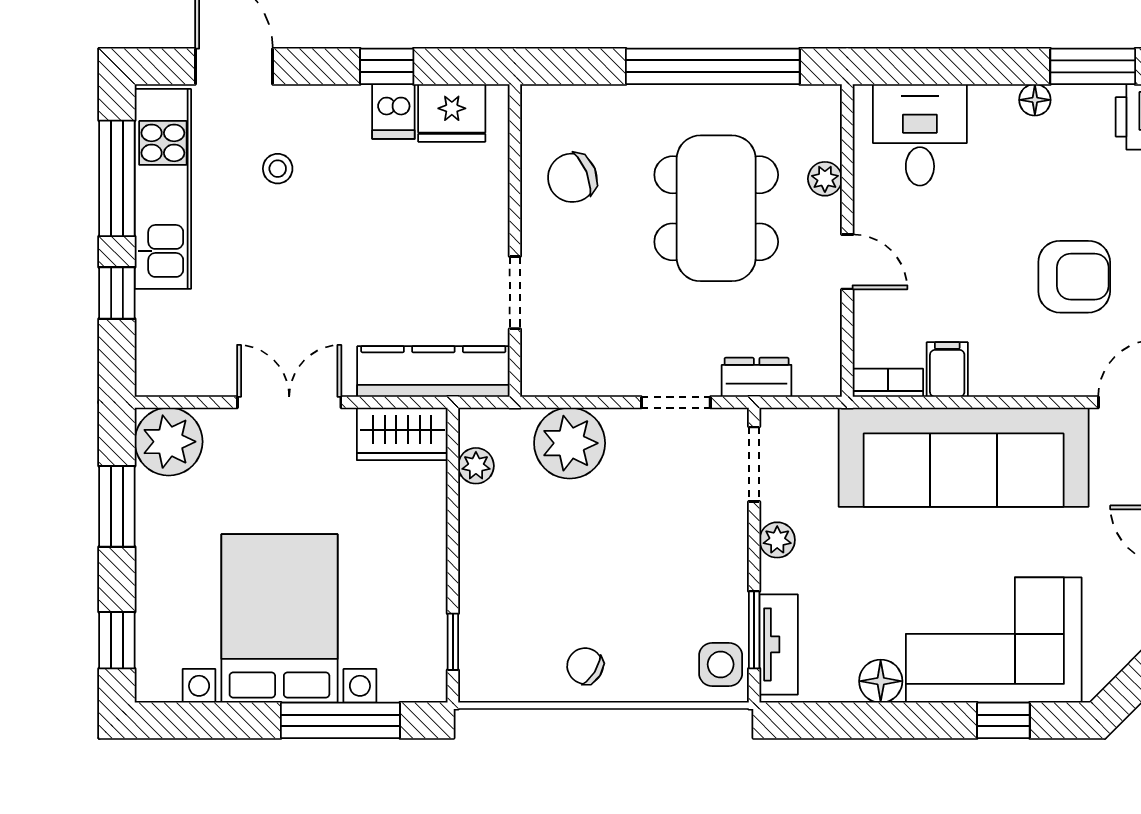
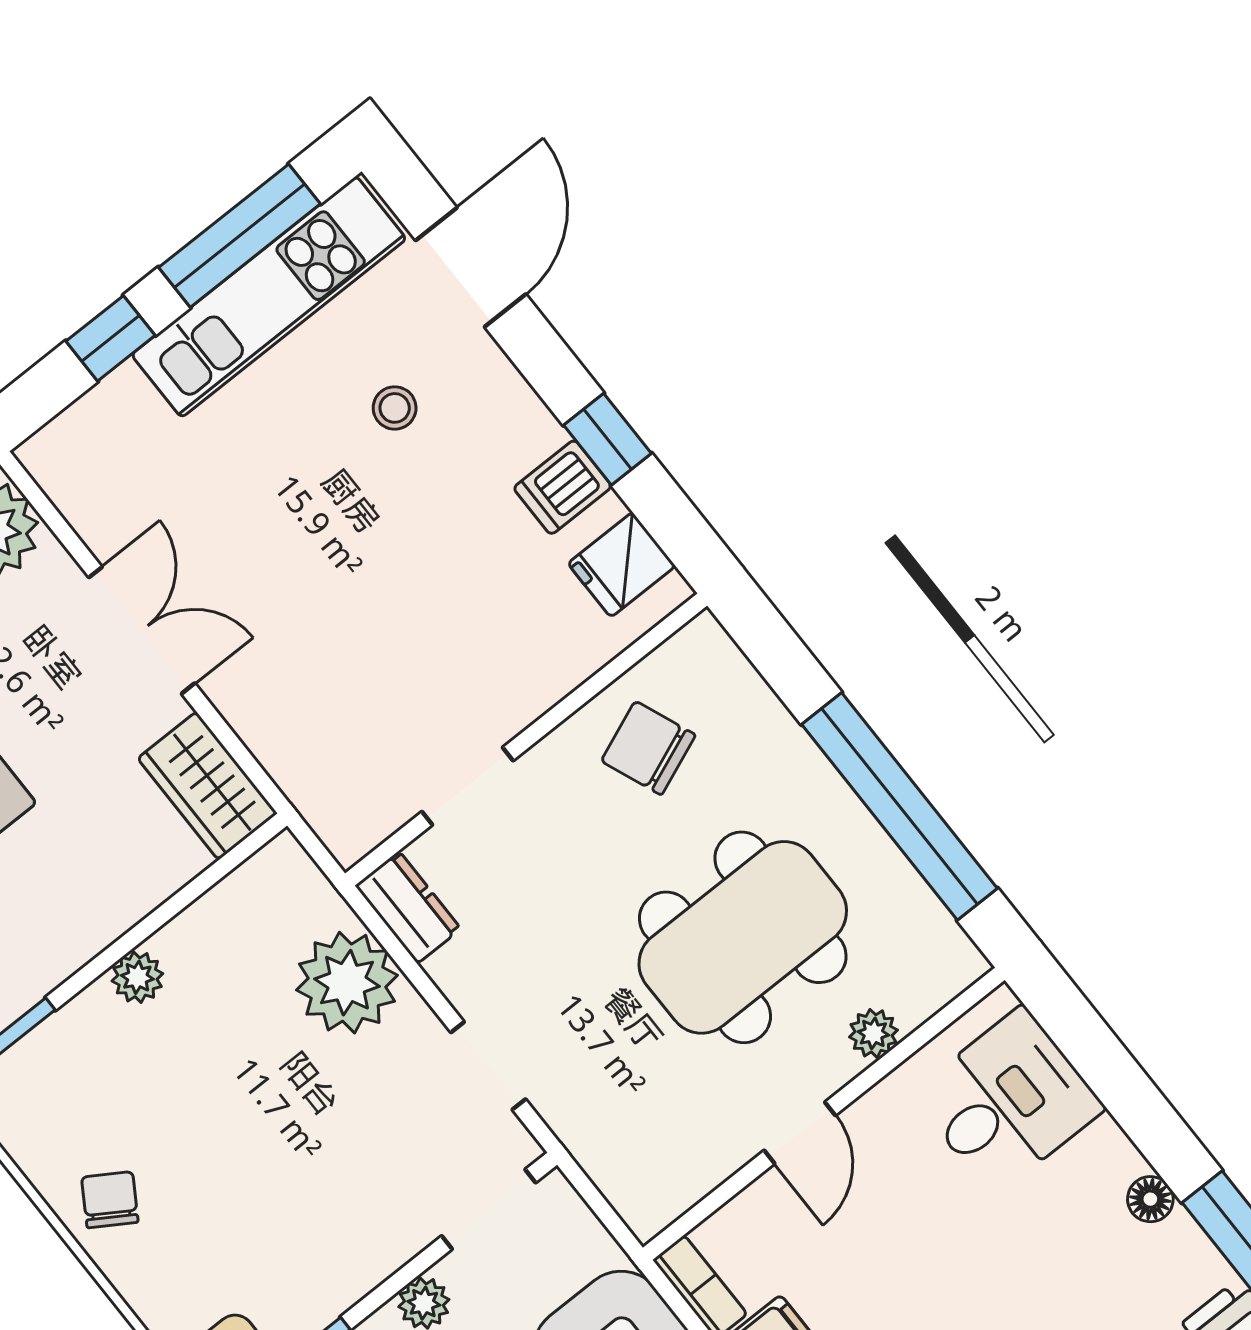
fridge: (452, 113) -> (622, 565), width x0.72
kitchen counter: (433, 372) -> (306, 765), removed
dresser: (757, 377) -> (408, 907), moved
plant: (476, 466) -> (137, 977), moved

